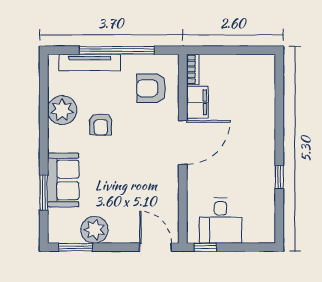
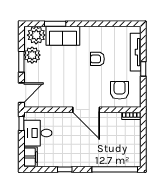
window: (117, 50) -> (143, 69), width x0.32
window: (279, 96) -> (115, 169), added
filing cabinet: (197, 102) -> (30, 157), moved, turned -90
plant: (62, 110) -> (36, 35), moved
window: (76, 247) -> (21, 62), moved

